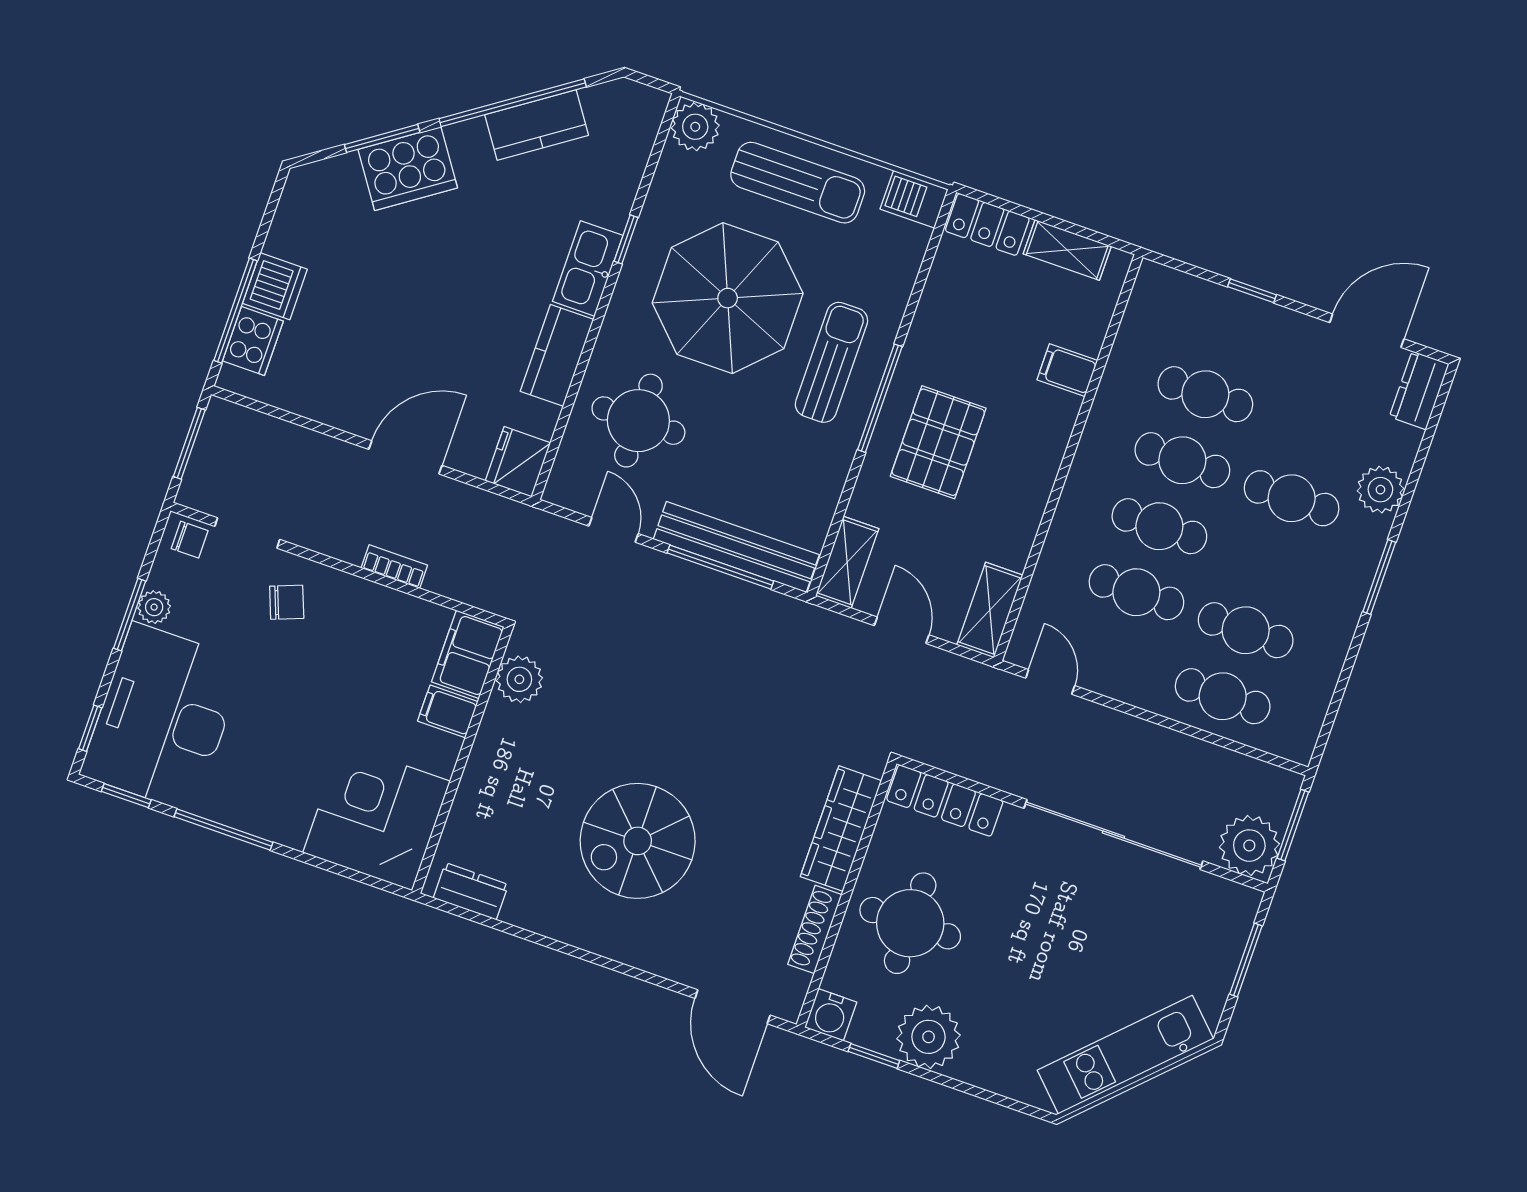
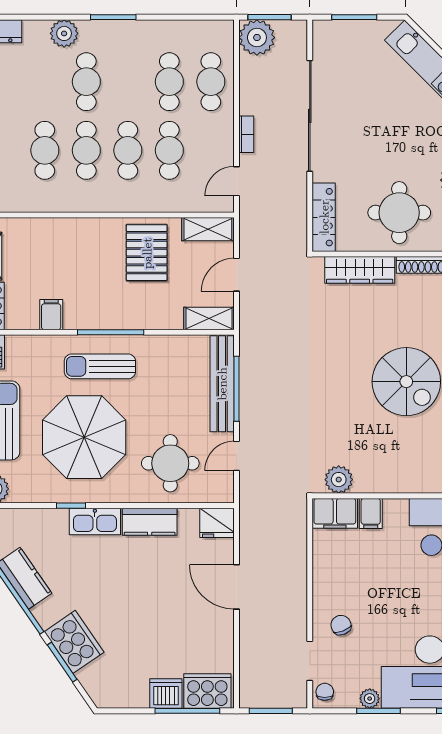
cooker: (253, 341) -> (207, 691), width x1.37, depth x1.31
filing cabinet: (1067, 370) -> (51, 315), moved, turned 180
pallet: (938, 442) -> (147, 253), moved, turned 90
bookcase: (394, 567) -> (246, 134), moved, turned 180
plant: (1249, 846) -> (257, 38), moved

